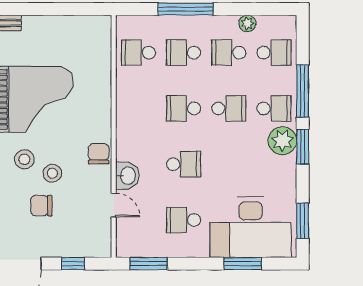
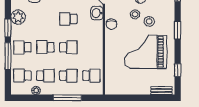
plant: (282, 141) -> (18, 17), moved

